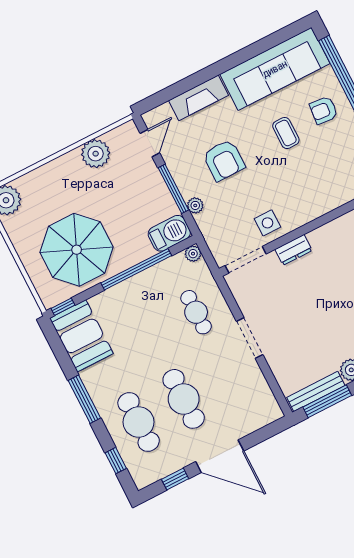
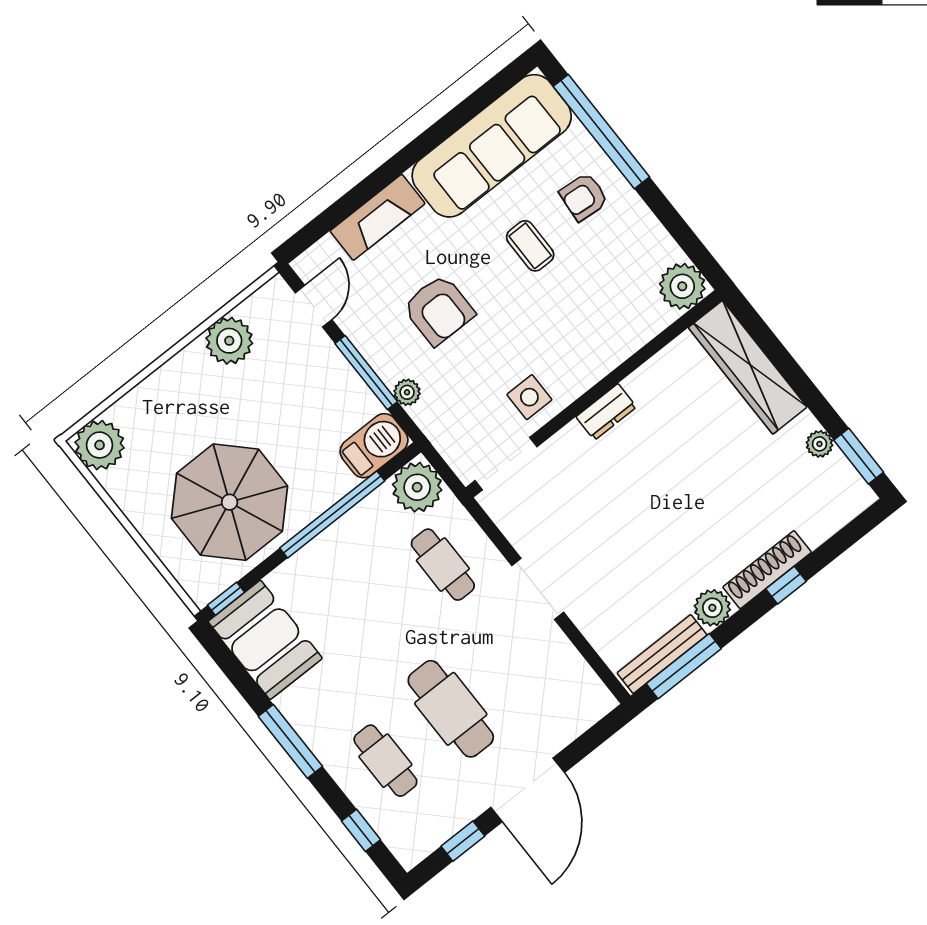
dresser: (293, 250) -> (606, 412), moved
plant: (193, 254) -> (417, 487), width x1.87, depth x1.87
cafe table: (139, 422) -> (385, 761), width x0.73, depth x0.74
door: (220, 456) -> (528, 790), hinge flipped

